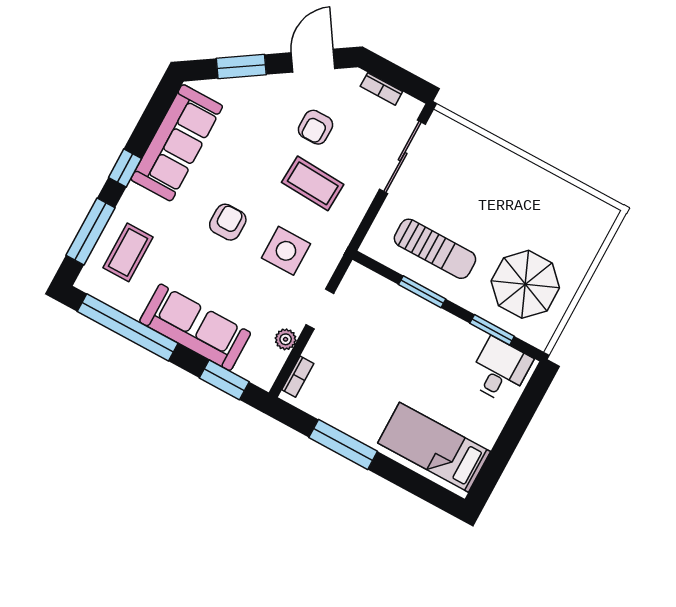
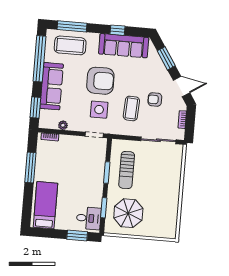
window: (125, 168) -> (117, 30), moved
armchair: (228, 222) -> (100, 81), width x1.88, depth x1.88
coffee table: (128, 252) -> (70, 45), width x1.36, depth x1.32
doorway: (320, 309) -> (94, 135), moved
window: (525, 410) -> (77, 236), added

